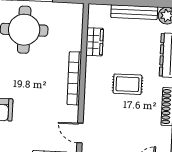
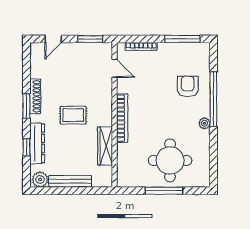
wardrobe: (95, 42) -> (105, 146), width x1.50

